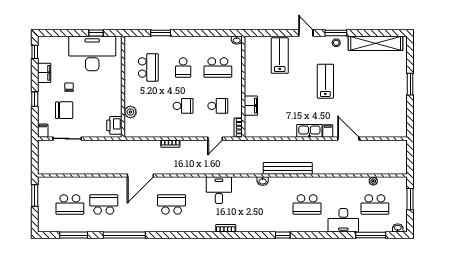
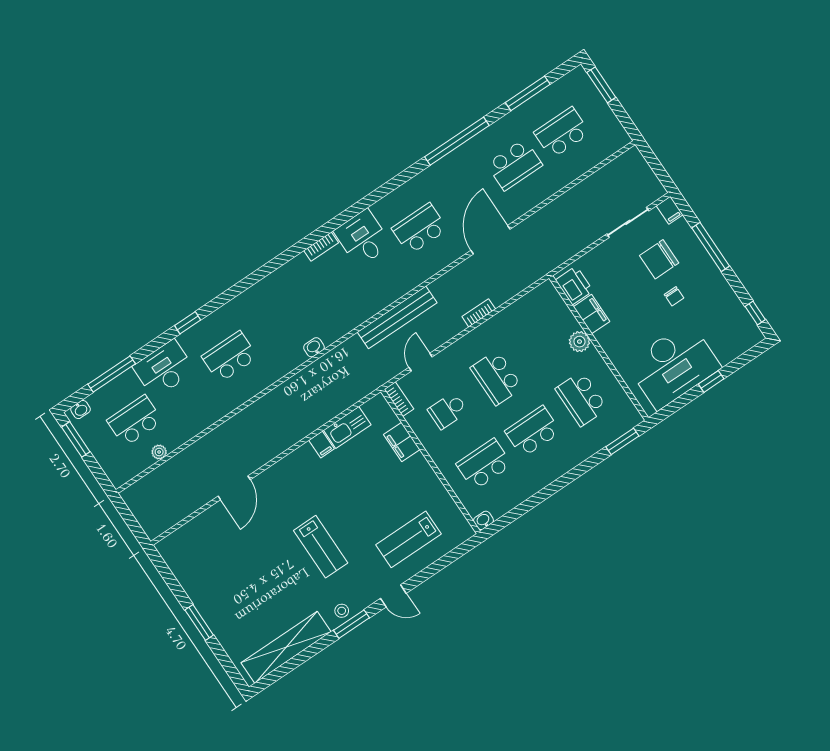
window: (96, 33) -> (711, 381), moved
window: (161, 33) -> (622, 441), moved
lab bench: (280, 56) -> (409, 539), turned 90
school desk: (183, 67) -> (533, 431), width x1.85
filing cabinet: (44, 73) -> (592, 314), moved, turned 180
window: (35, 99) -> (711, 247), width x2.17
school desk: (183, 106) -> (496, 378), width x1.85
plant: (130, 112) -> (579, 342), moved
kitchen sink: (309, 131) -> (347, 427), moved
filing cabinet: (328, 131) -> (322, 444), moved
door: (348, 139) -> (234, 488), hinge flipped
bench: (288, 168) -> (397, 317), moved
desk: (219, 190) -> (363, 238), moved, turned 180
window: (35, 195) -> (601, 85), moved
window: (410, 199) -> (76, 439), moved
school desk: (172, 204) -> (420, 229), turned 180
window: (283, 235) -> (188, 323), moved

